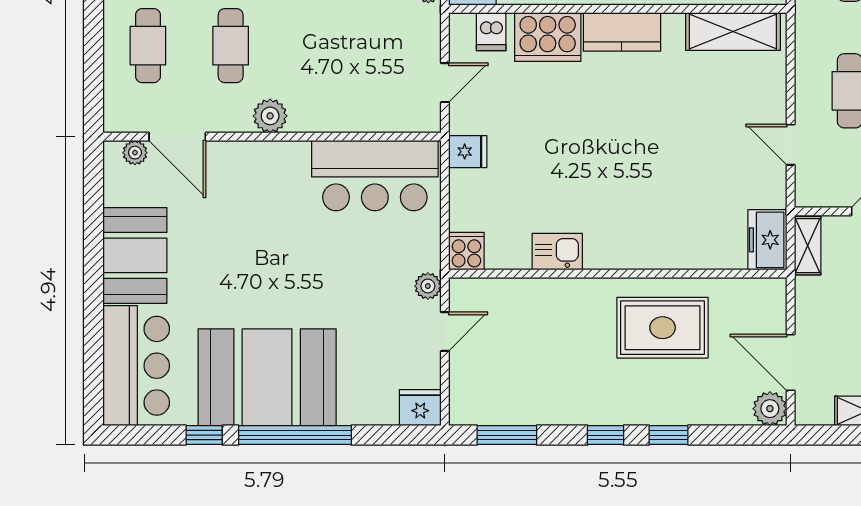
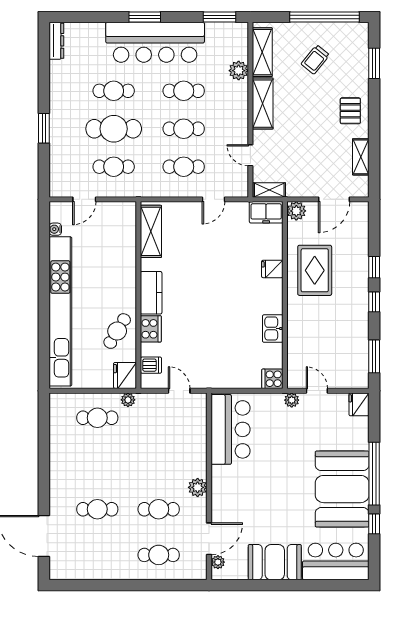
cooker: (548, 37) -> (151, 329), width x0.73, depth x0.76
fridge: (468, 152) -> (272, 269), moved, turned -90
plant: (770, 409) -> (296, 211), moved

